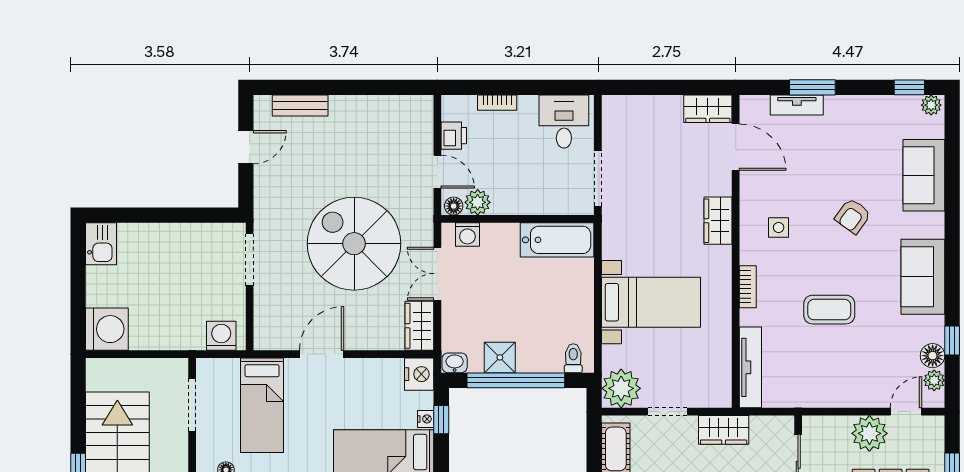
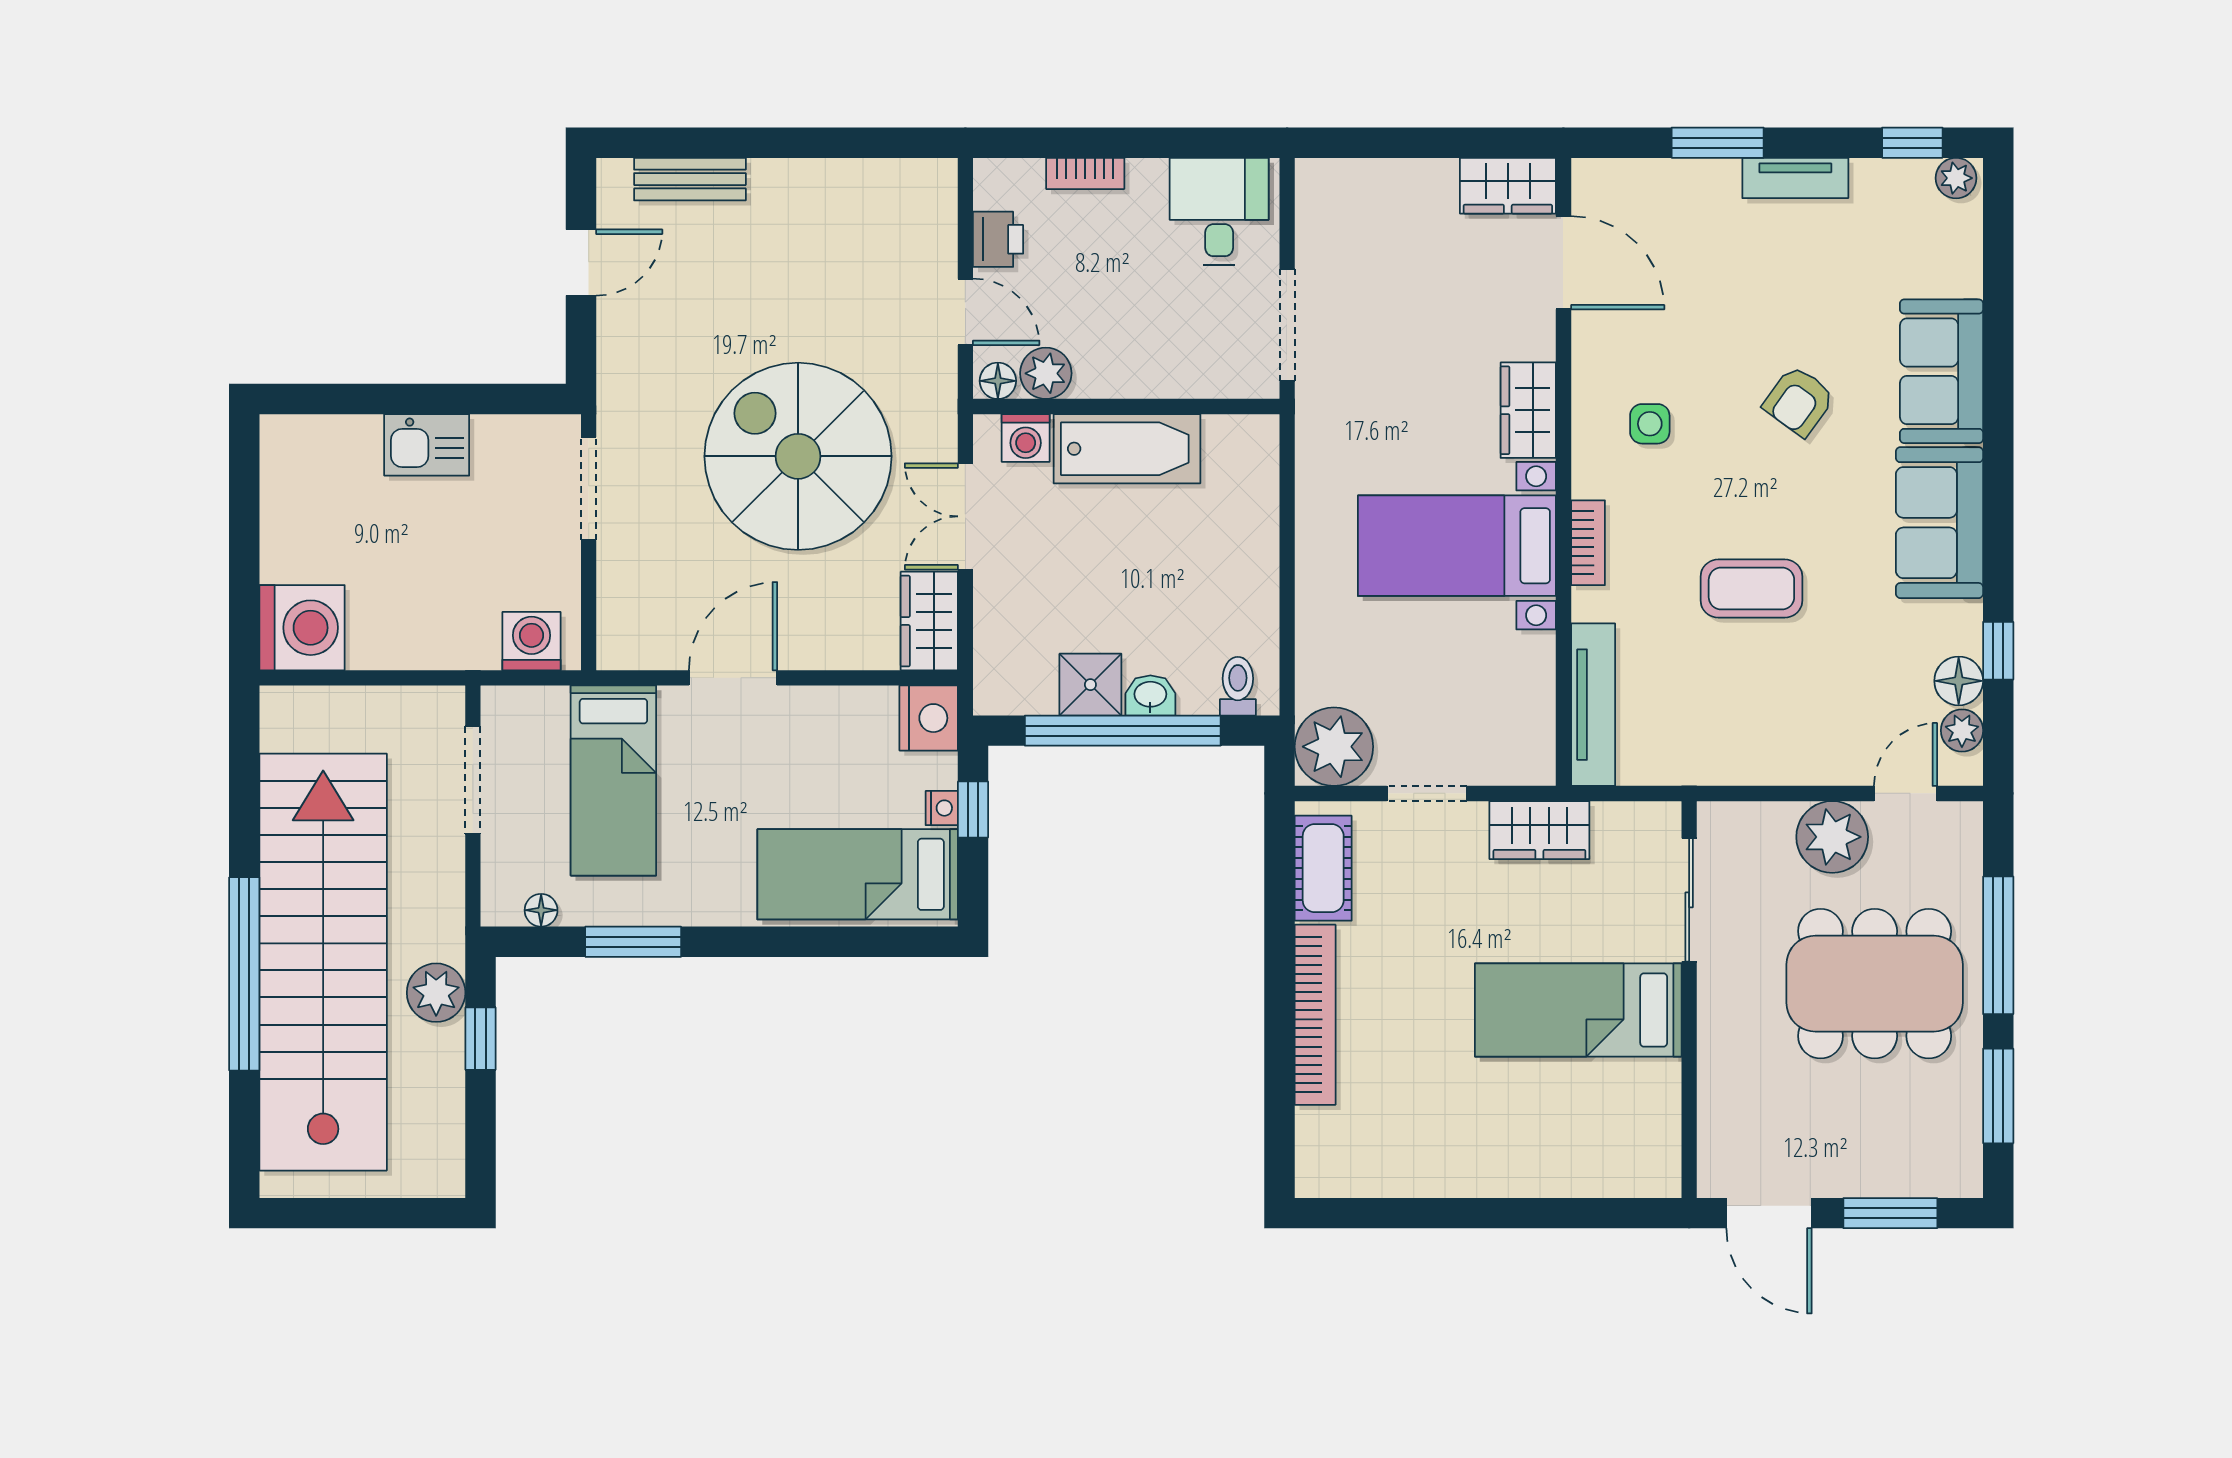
tv unit: (797, 105) -> (1795, 178), moved
sofa: (924, 175) -> (1942, 371), moved
bathtub: (557, 240) -> (1127, 449), moved
kitchen sink: (101, 244) -> (427, 445), moved, turned 90
bed with nightstands: (651, 302) -> (1457, 546), moved, turned 180
washbasin: (455, 363) -> (1150, 695), moved

